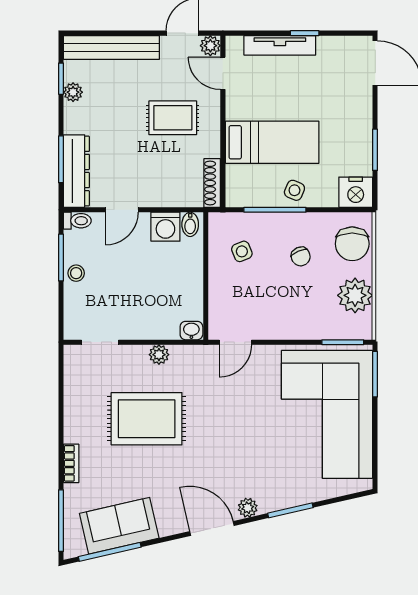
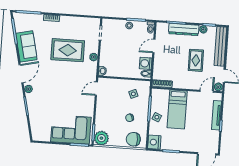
rug: (173, 118) -> (196, 60), moved
dresser: (76, 171) -> (184, 29), moved
door: (122, 210) -> (154, 46), hinge flipped
plant: (355, 295) -> (101, 138), moved
door: (235, 342) -> (96, 89), hinge flipped
corner sofa: (327, 414) -> (71, 129), width x0.73, depth x0.74
rug: (147, 419) -> (68, 50), turned 90
sofa: (119, 526) -> (26, 46), moved

